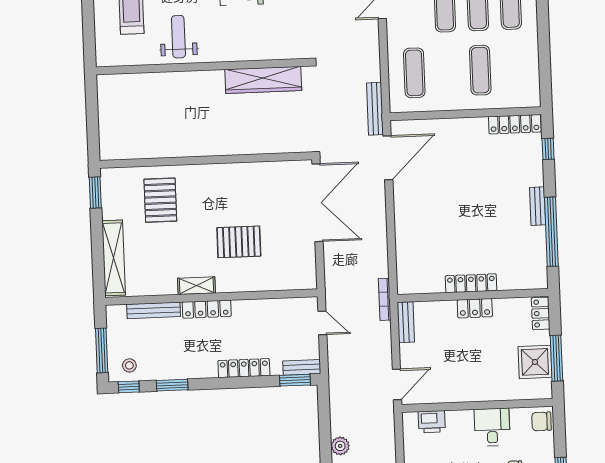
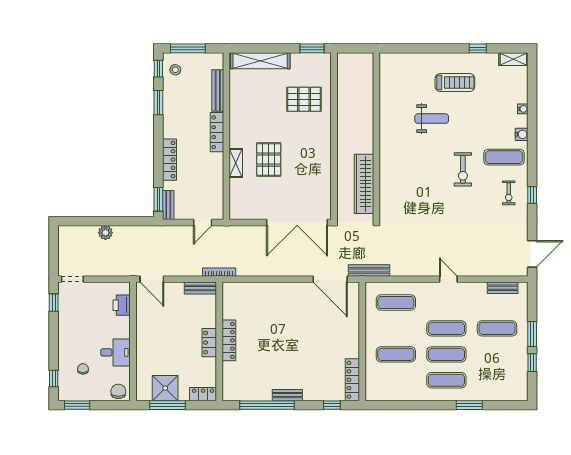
wall: (202, 67) -> (376, 136), moved
wardrobe: (263, 80) -> (364, 184), moved
shelving: (197, 286) -> (236, 163), moved

